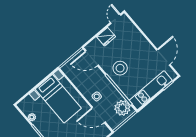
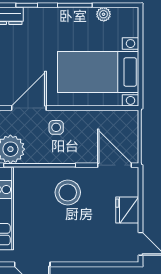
door: (92, 58) -> (114, 165), hinge flipped

